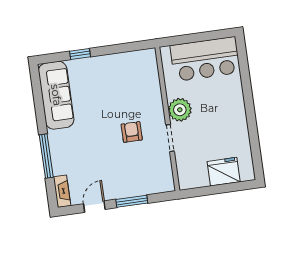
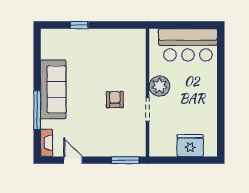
sofa: (56, 95) -> (53, 89), moved
window: (132, 201) -> (125, 160), moved
door: (94, 207) -> (73, 160), hinge flipped

